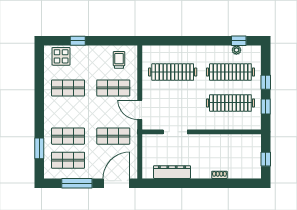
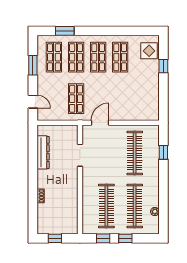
window: (239, 41) -> (163, 152), moved
trolley: (119, 60) -> (146, 104), removed
shop shelf: (113, 88) -> (98, 57), moved
window: (77, 183) -> (33, 65), width x0.69
door: (117, 183) -> (33, 102), width x0.53

